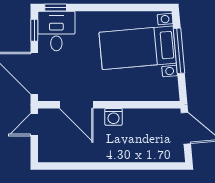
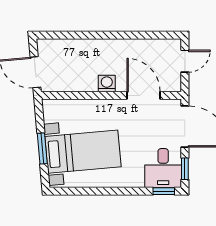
window: (179, 51) -> (42, 149), width x0.69
door: (34, 125) -> (185, 61), moved

